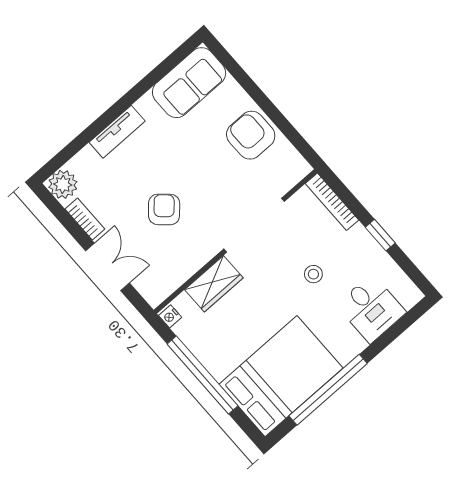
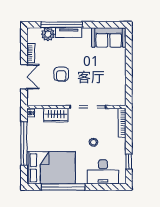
window: (95, 129) -> (62, 25), added
armchair: (251, 135) -> (114, 75), removed
plant: (63, 184) -> (48, 34), moved
armchair: (164, 209) -> (61, 74), turned 138
window: (380, 235) -> (129, 161), moved
desk: (371, 309) -> (103, 172), width x1.37

